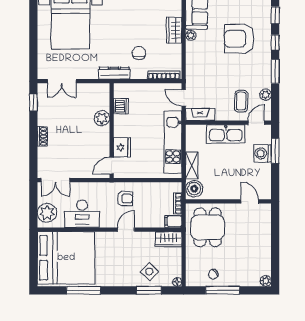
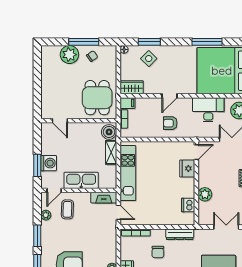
dishwasher: (121, 106) -> (188, 205), moved
plant: (102, 118) -> (205, 194), moved
wall: (112, 131) -> (196, 183), moved
fridge: (122, 147) -> (187, 168), moved
door: (112, 166) -> (196, 152), moved
plant: (266, 281) -> (69, 55), moved, width x1.87, depth x1.87

